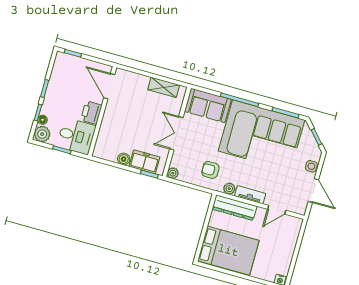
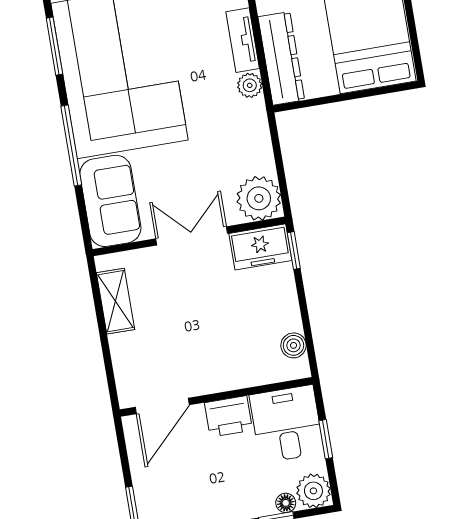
double door: (176, 133) -> (192, 236), swing flipped
boiler: (124, 159) -> (293, 345), moved
freezer: (144, 162) -> (260, 247), moved, turned -90
armchair: (210, 170) -> (231, 138), removed
plant: (173, 173) -> (259, 198), width x1.87, depth x1.87

